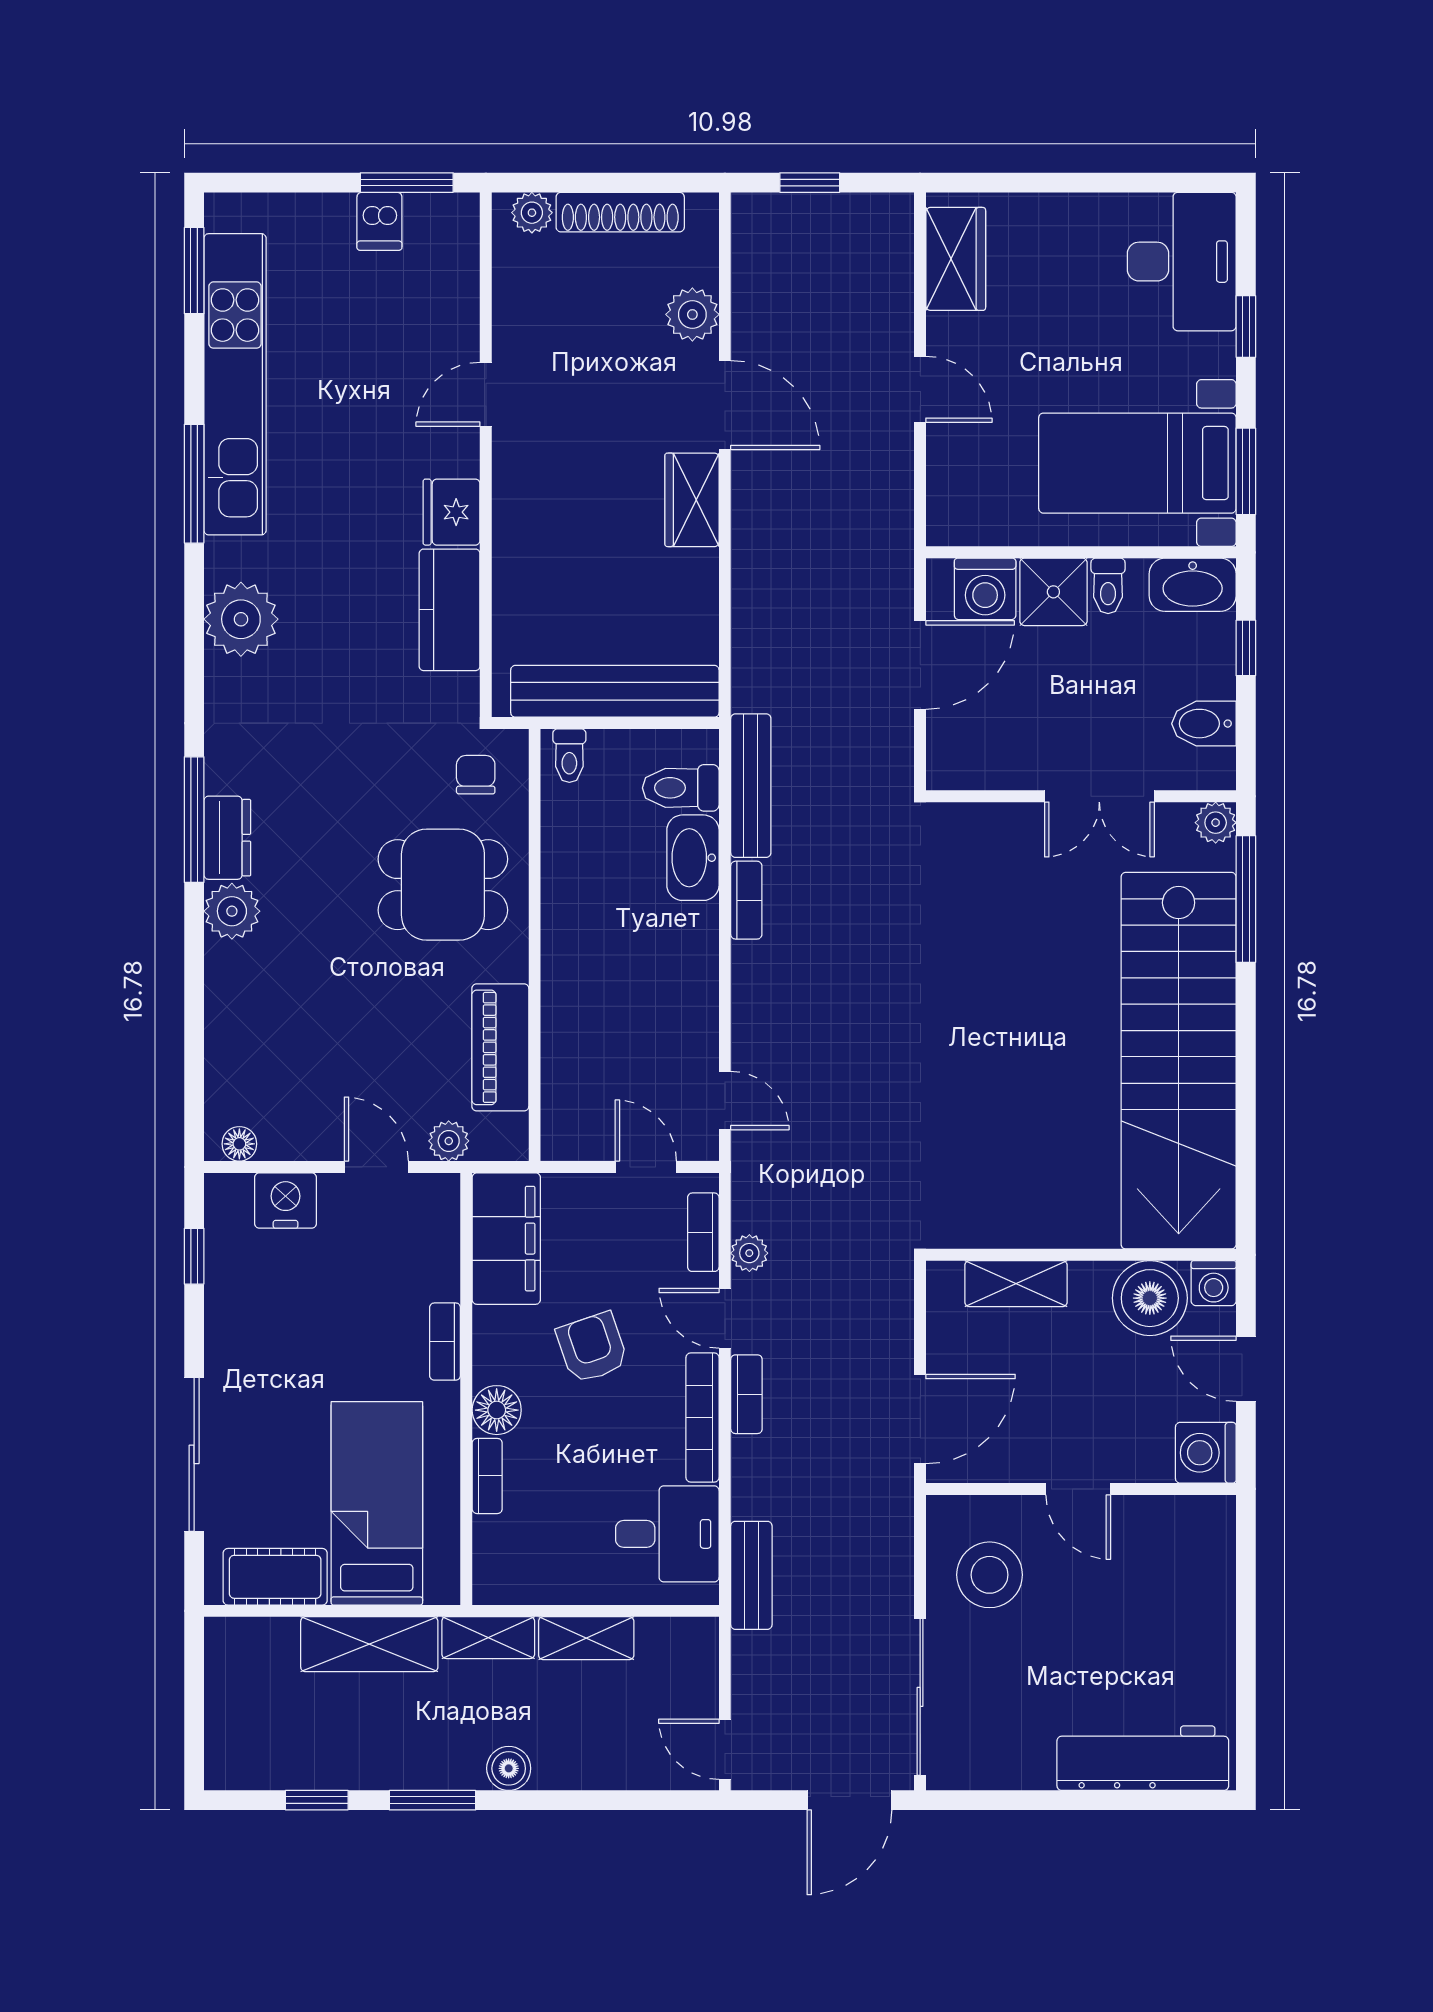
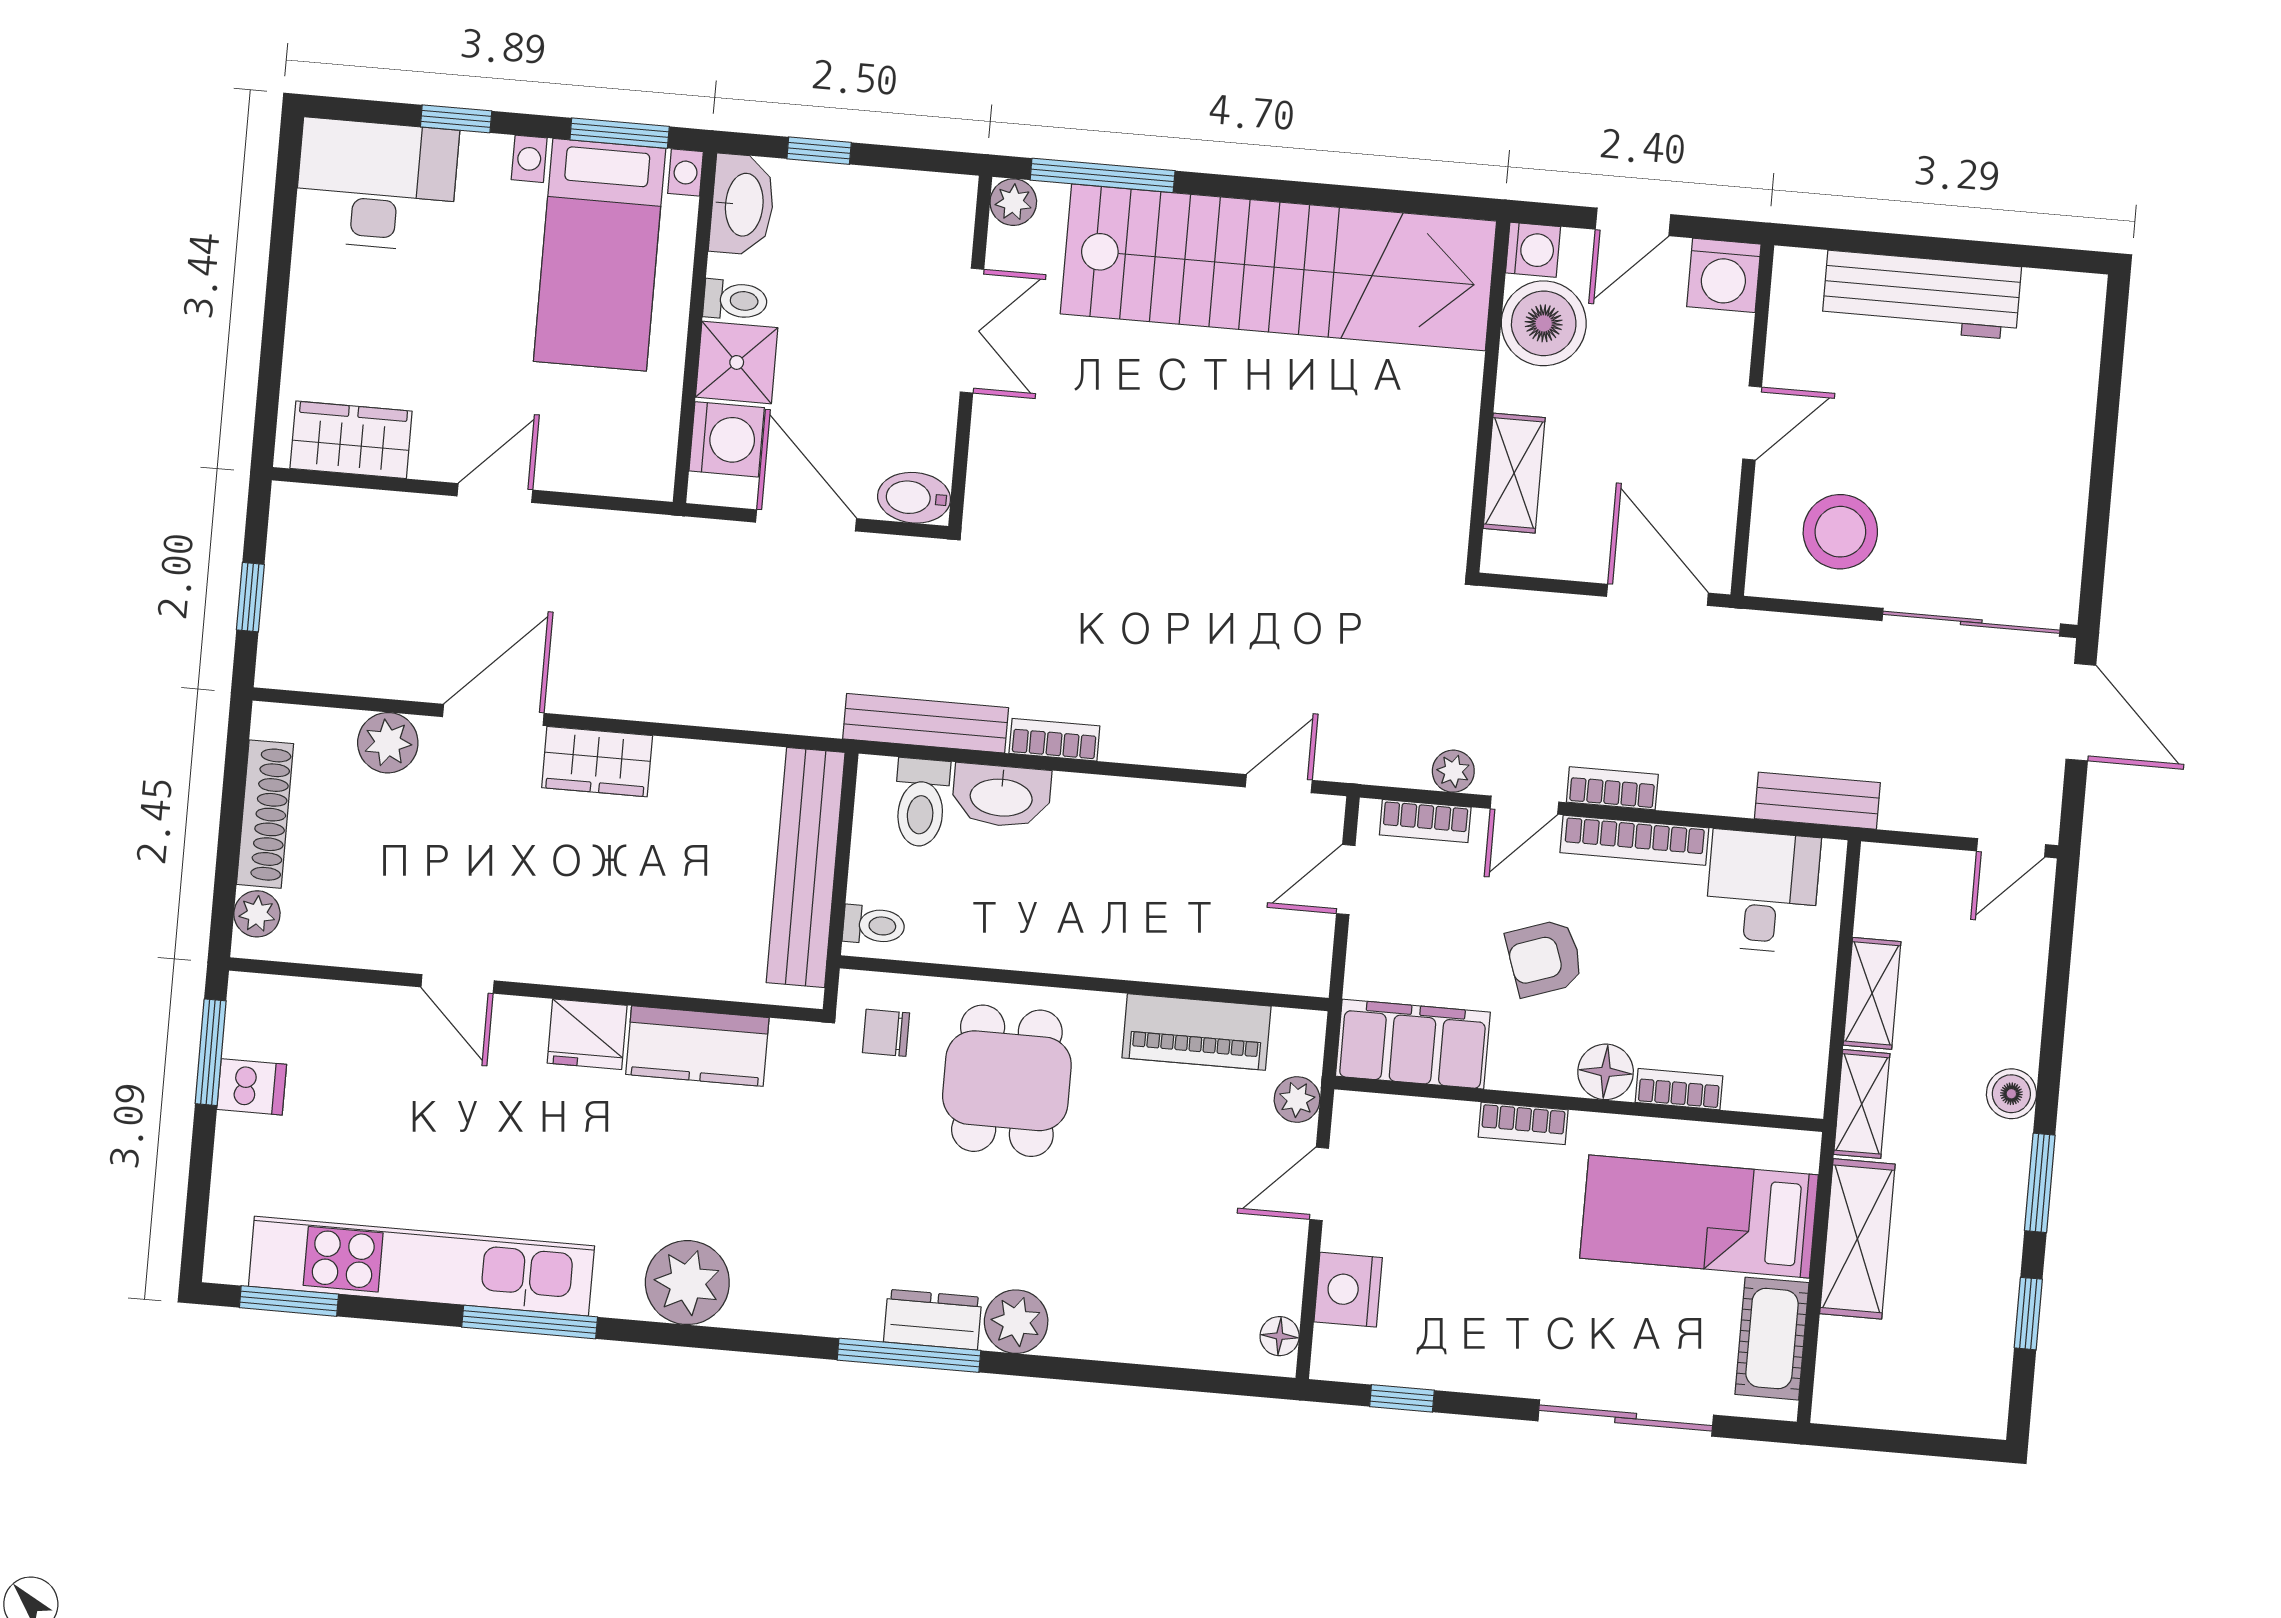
bidet: (1204, 724) -> (914, 498), moved, turned 90
workbench: (1143, 1758) -> (1922, 295), moved, turned -90

